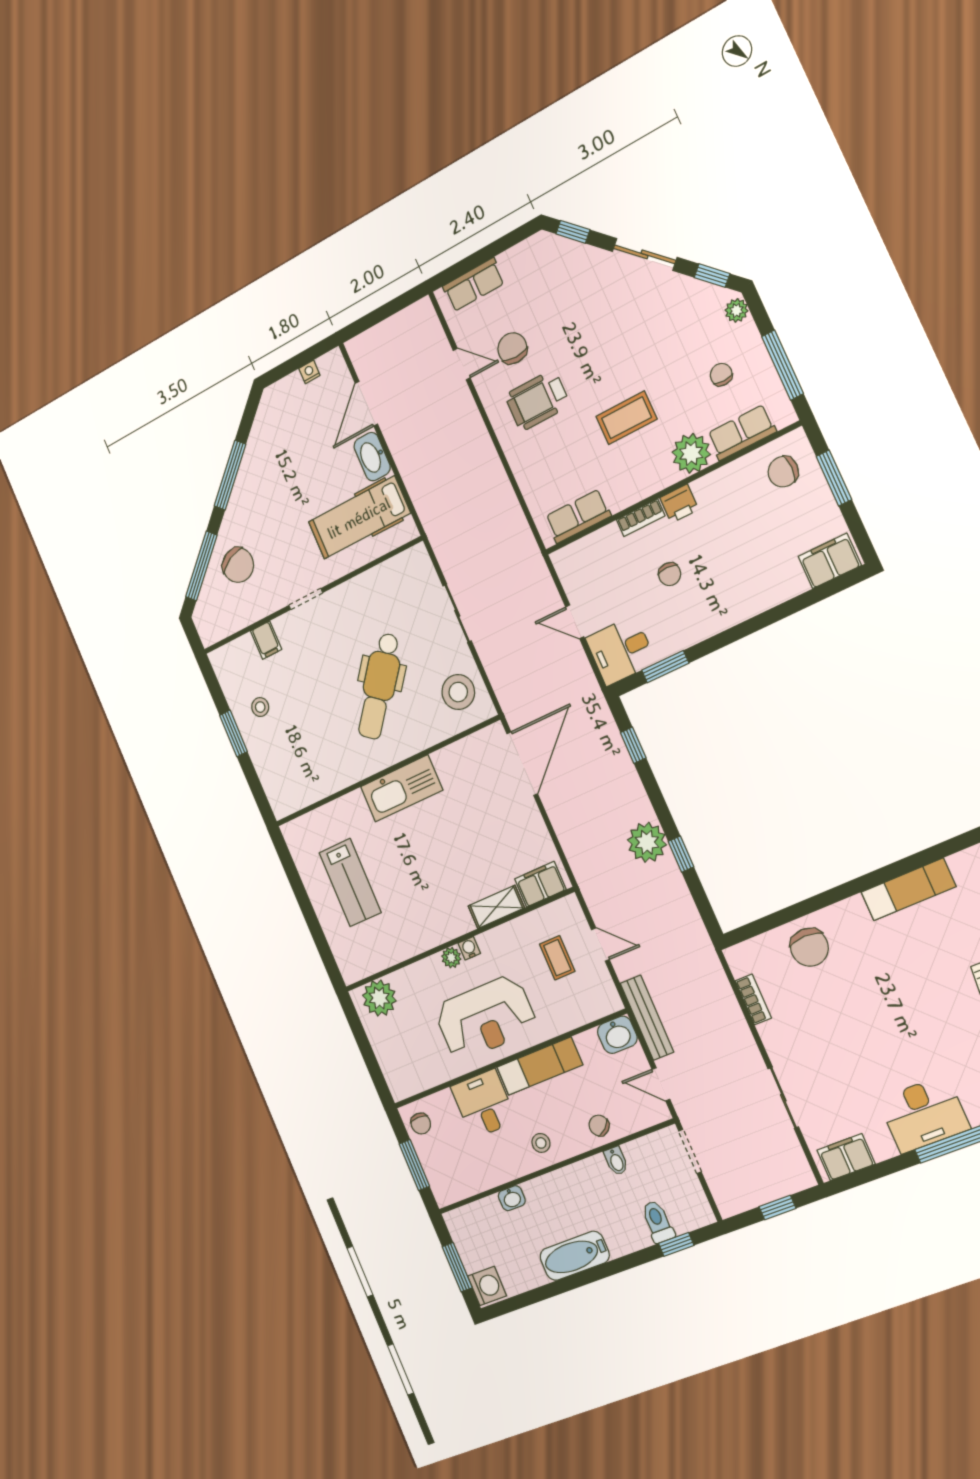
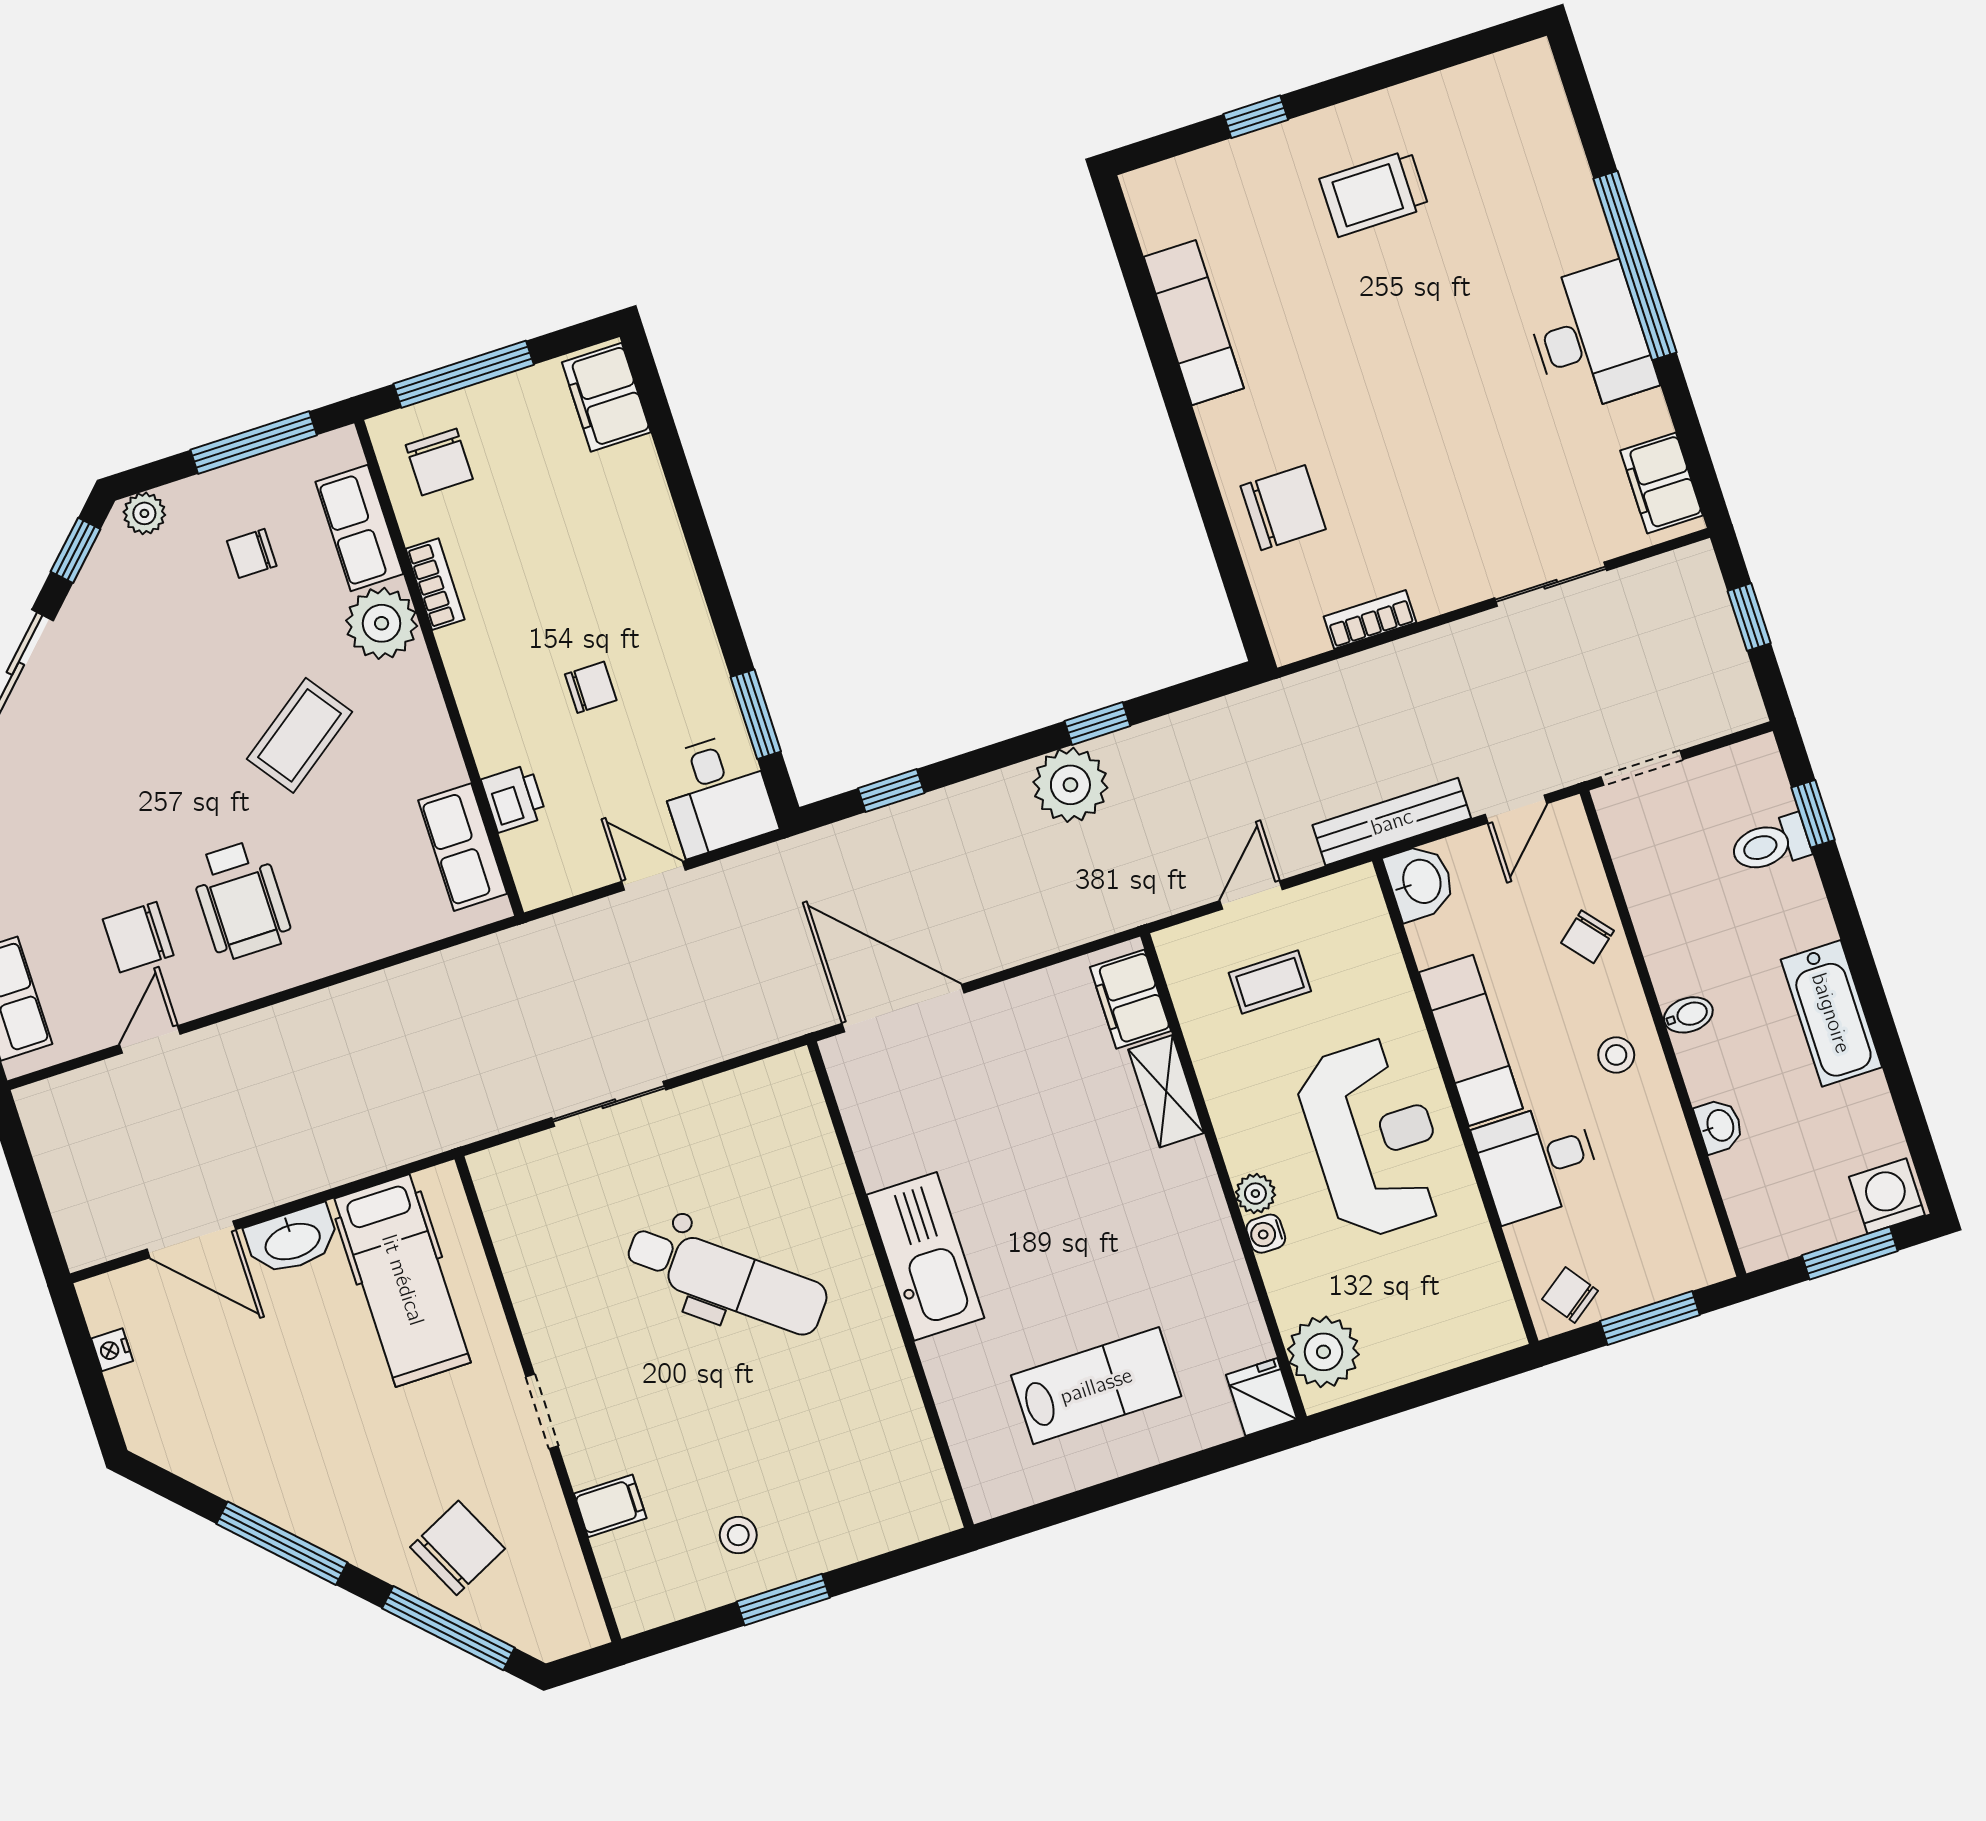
coffee table: (626, 418) -> (300, 735), turned 54
window: (834, 478) -> (464, 374), width x1.44
printer: (679, 504) -> (514, 798), moved
bookcase: (641, 518) -> (435, 584), moved
door: (575, 622) -> (654, 876), swing flipped
stool: (458, 692) -> (756, 1119), removed
water cooler: (469, 948) -> (1266, 1234), moved
fridge: (354, 968) -> (1261, 1397), added
chair: (421, 1124) -> (1570, 1295), turned -126
bidet: (616, 1161) -> (1688, 1015), moved

